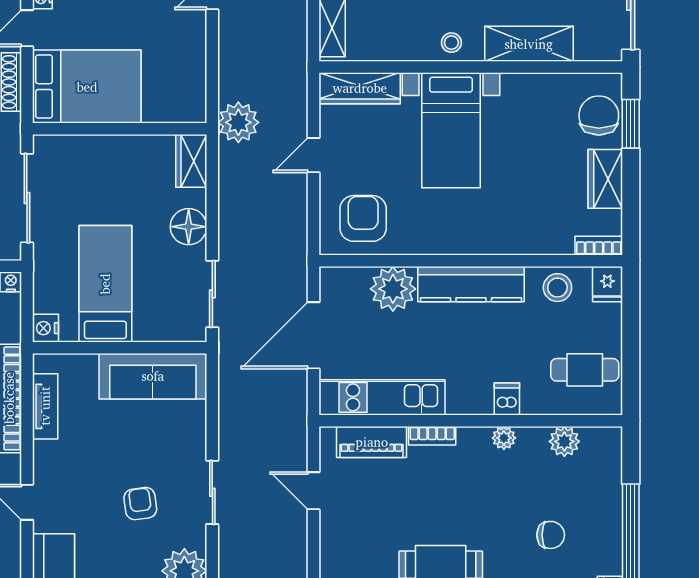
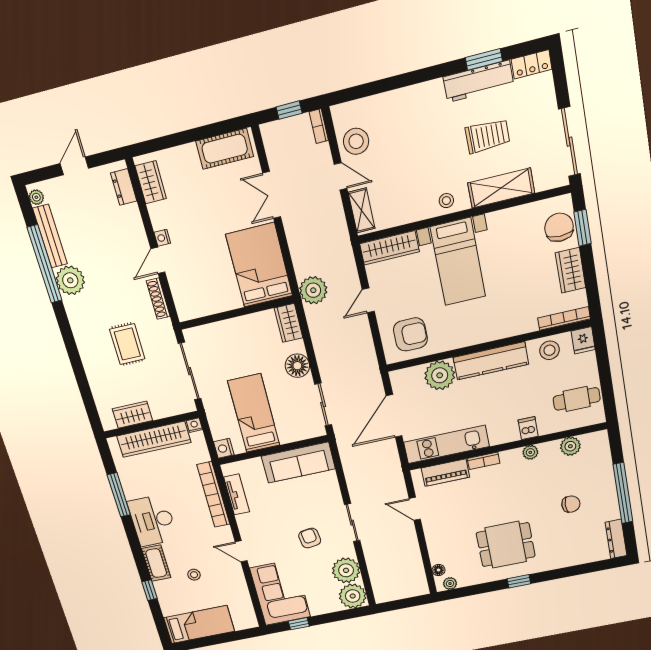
bed: (87, 87) -> (259, 265), moved, turned -90
armchair: (363, 218) -> (410, 334), turned 90
bookcase: (599, 246) -> (564, 318), width x1.56

